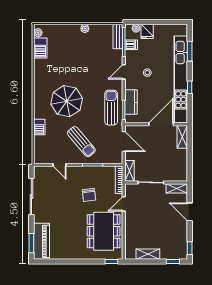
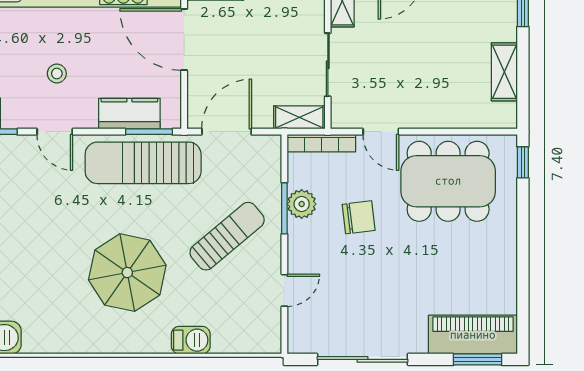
sun lounger: (111, 108) -> (143, 163), width x1.36, depth x1.34
plant: (94, 172) -> (302, 204), added

